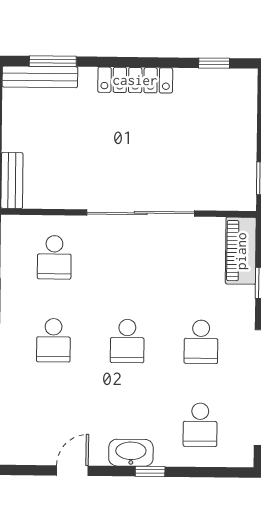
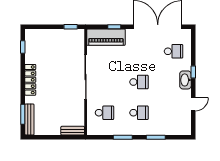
piano: (241, 251) -> (106, 37), width x1.37, depth x1.33
school desk: (201, 342) -> (139, 51), removed
door: (72, 471) -> (193, 104), swing flipped

